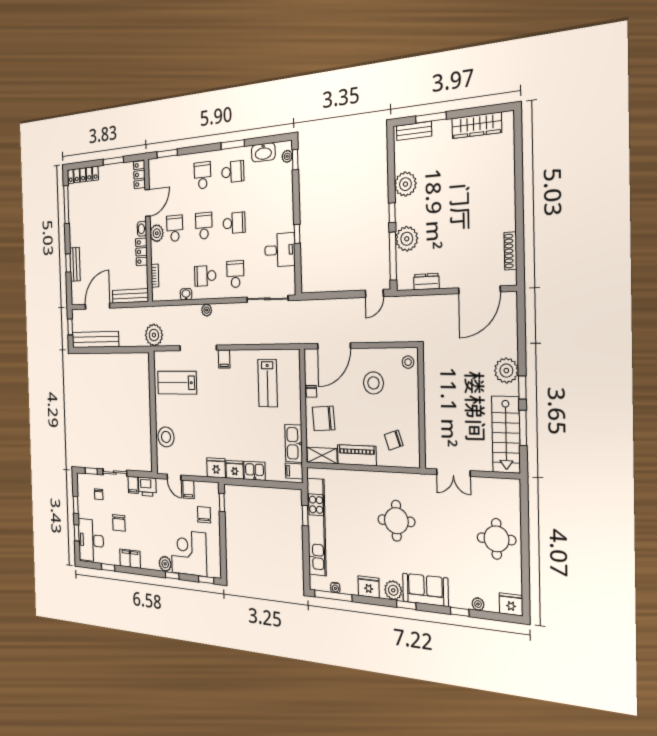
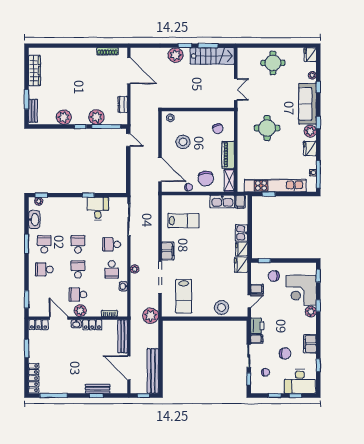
school desk: (204, 226) -> (78, 269), turned 90
filing cabinet: (224, 359) -> (168, 251), width x2.00
sofa: (425, 590) -> (308, 104), width x1.36

